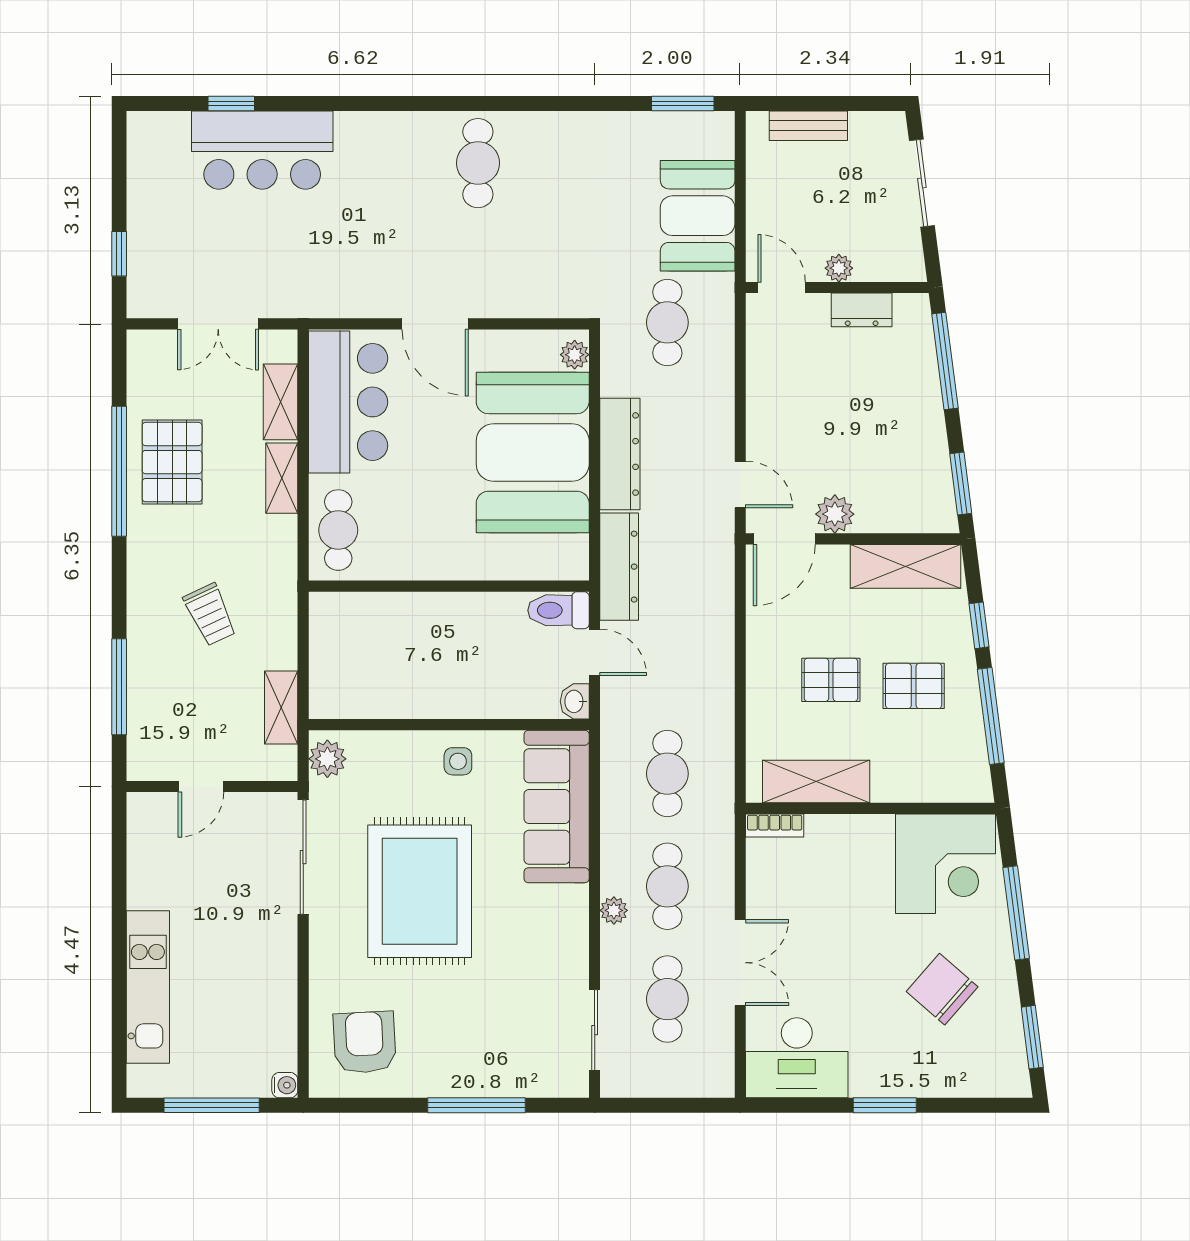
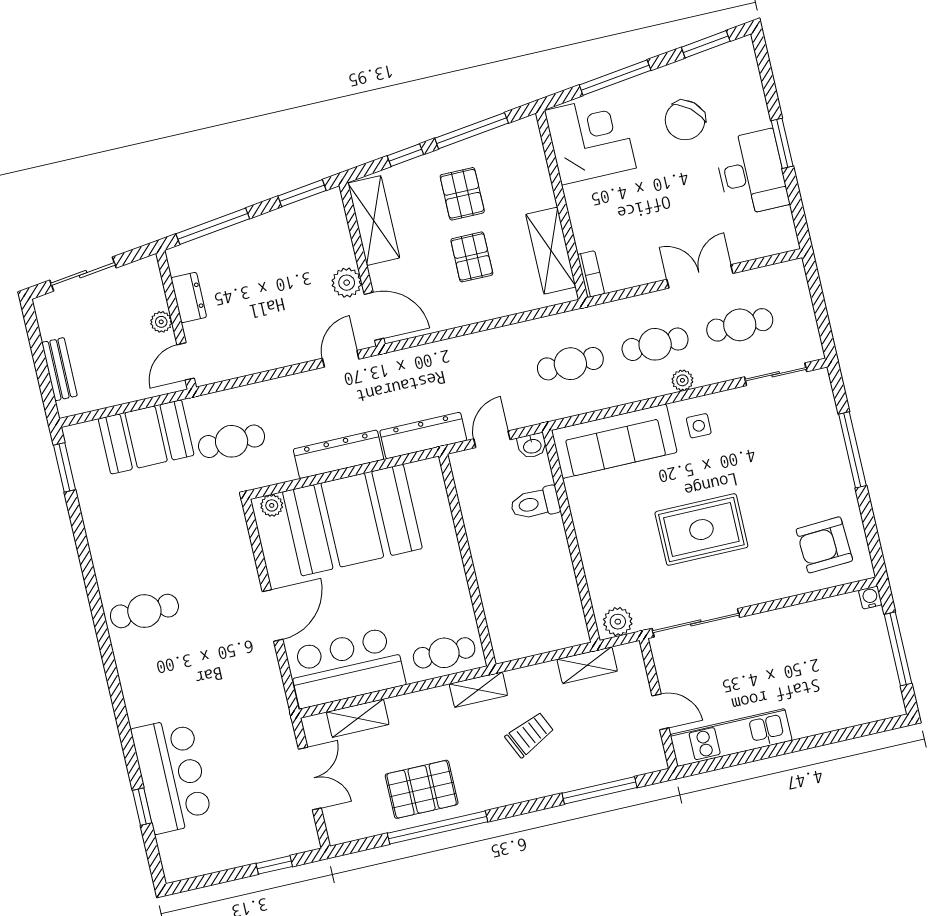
shelving: (282, 478) -> (478, 690), moved
toilet: (558, 610) -> (535, 503), moved, turned 90
side table: (458, 761) -> (699, 426), moved
rug: (420, 891) -> (701, 530), width x0.73, depth x0.69
kitchen unit: (148, 987) -> (731, 738), moved
desk: (797, 1058) -> (751, 173), moved

